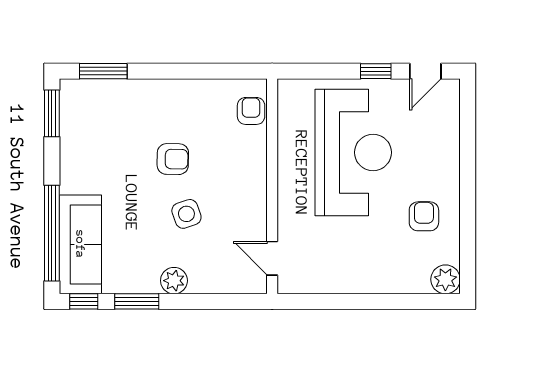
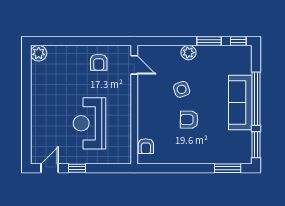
reception desk: (353, 152) -> (90, 123), width x0.74, depth x0.77
armchair: (424, 216) -> (99, 62), moved
window: (52, 233) -> (256, 99), moved
sofa: (80, 244) -> (240, 102), moved

